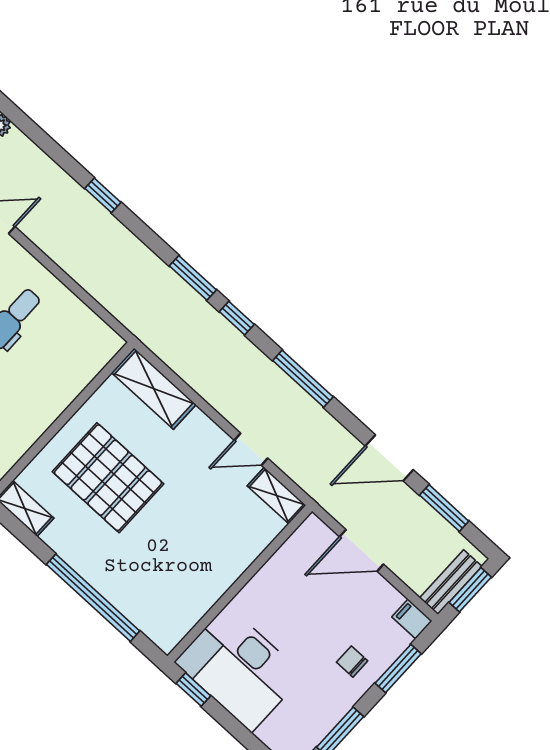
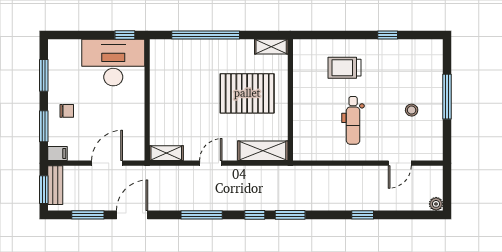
door: (251, 449) -> (211, 163), moved

